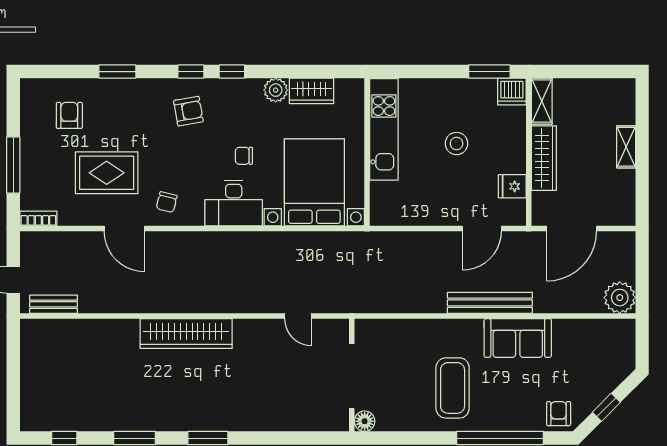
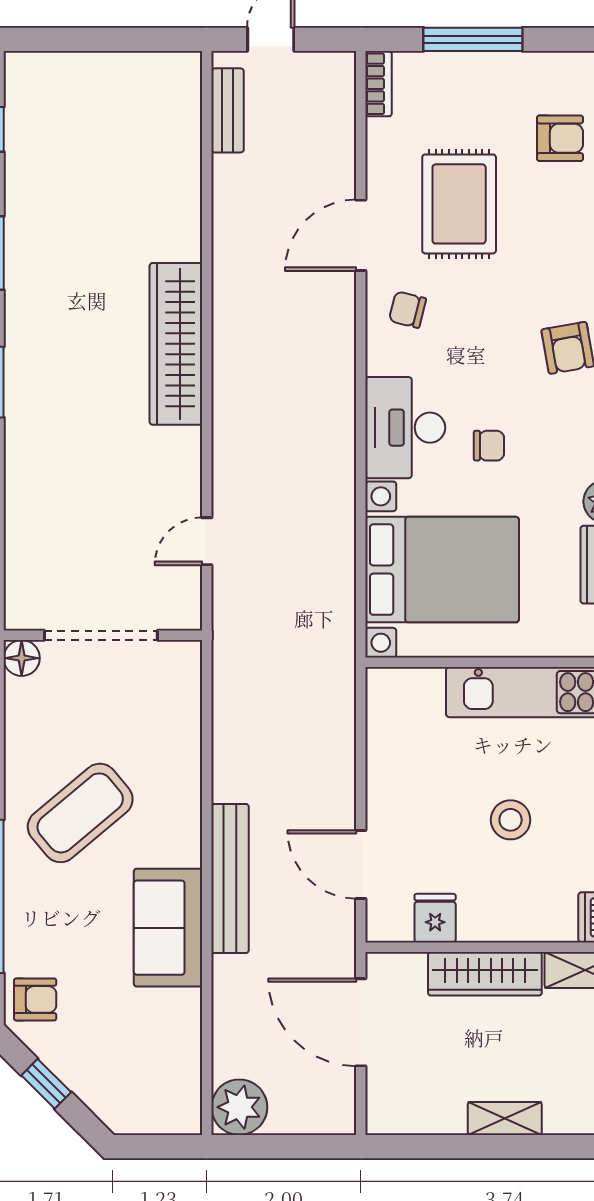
chair: (244, 156) -> (489, 446), turned 90
coffee table: (453, 388) -> (80, 813), turned -40

